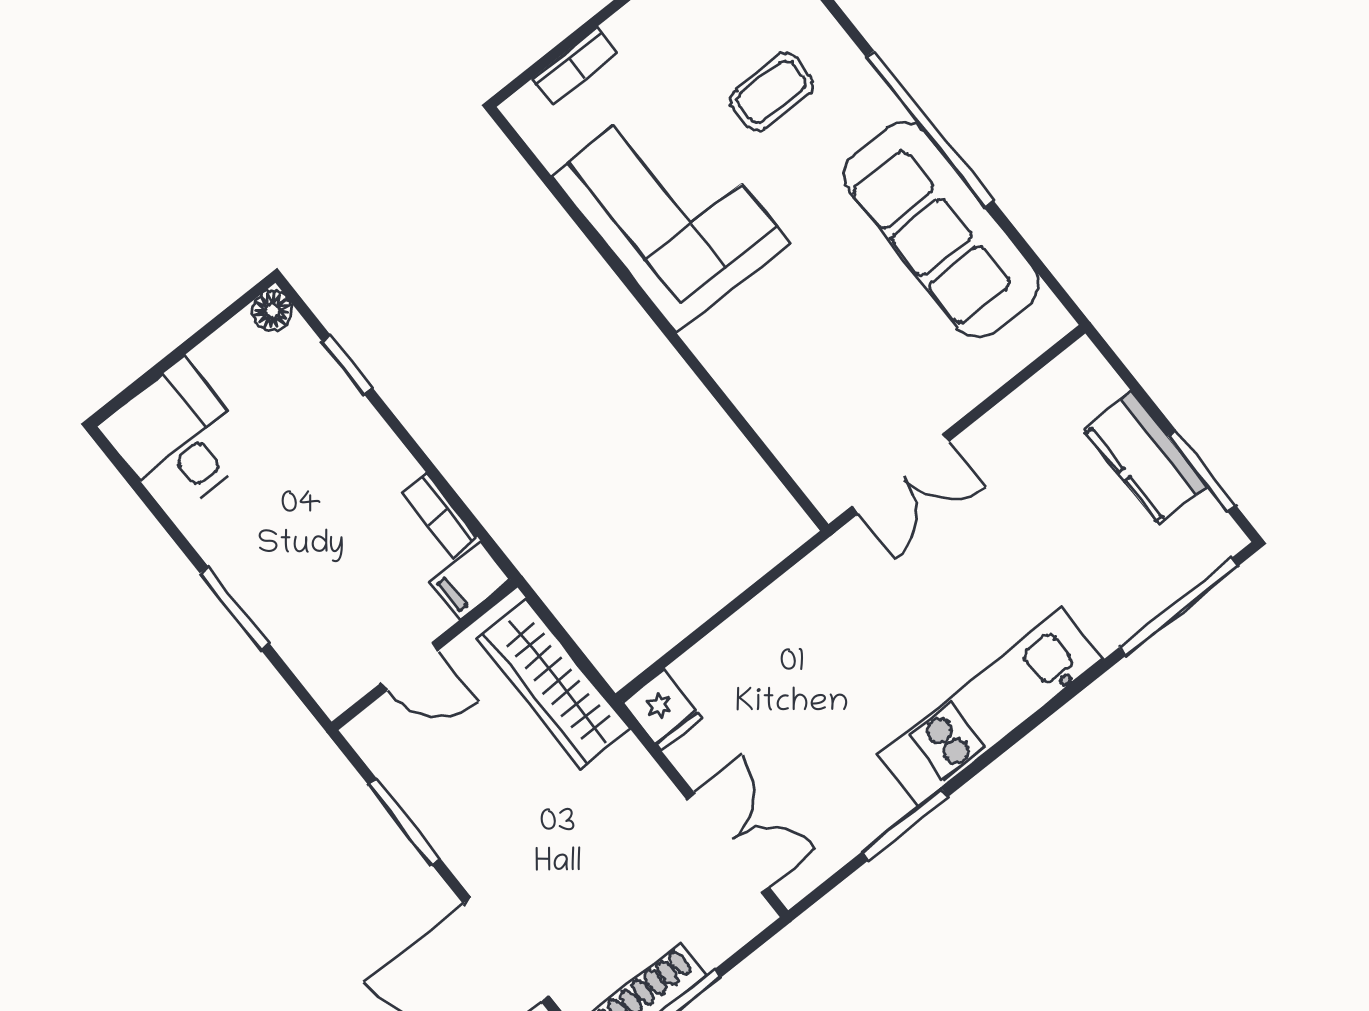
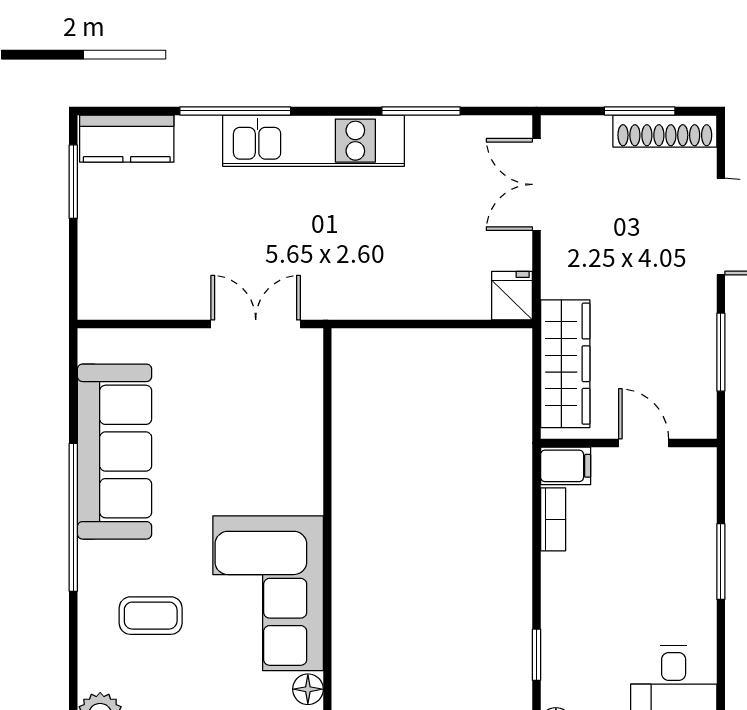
floor lamp: (552, 144) -> (308, 689), added
kitchen counter: (1145, 458) -> (127, 139), moved, turned 90
window: (1179, 607) -> (235, 111), moved

